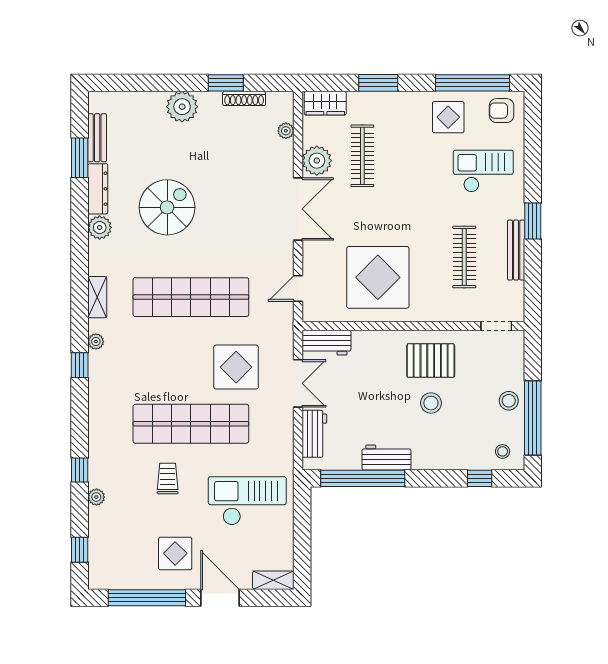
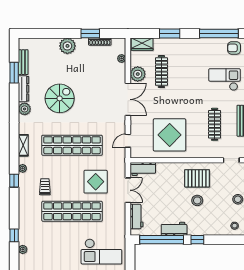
display table: (448, 117) -> (206, 51), removed
window: (480, 478) -> (197, 240), moved
trolley: (168, 479) -> (45, 187), moved
checkout: (247, 501) -> (101, 251), turned 180

